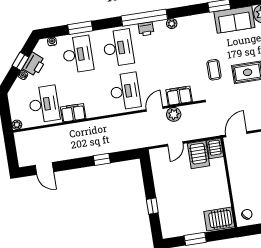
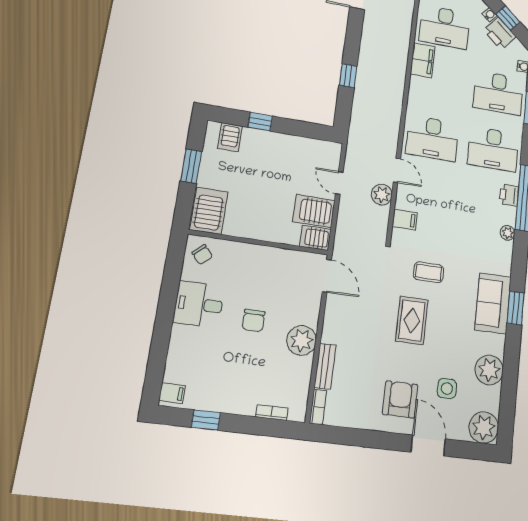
sofa: (234, 20) -> (493, 303), moved
filing cabinet: (179, 96) -> (405, 220), width x0.50
server rack: (169, 221) -> (230, 137), added

